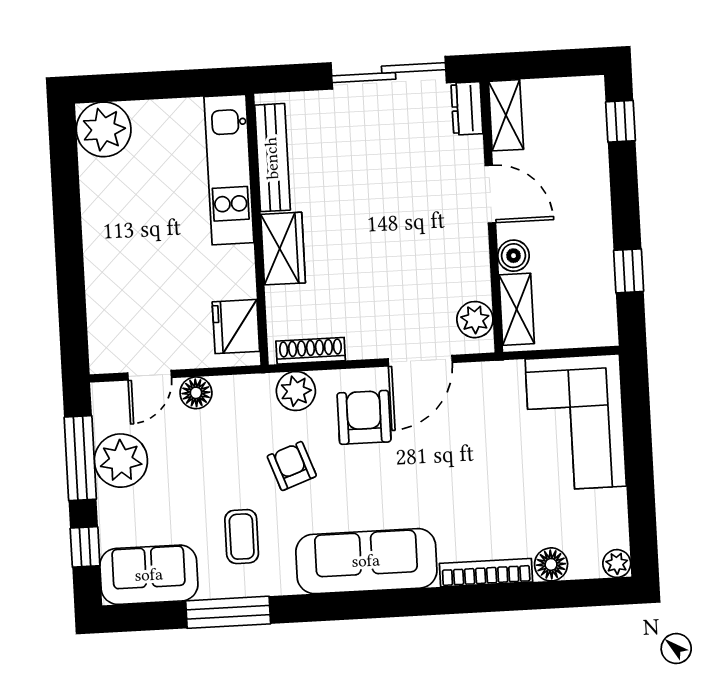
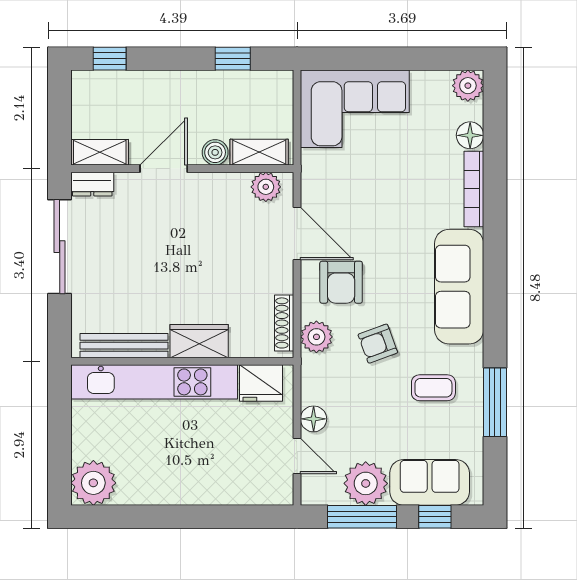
kitchen unit: (229, 170) -> (154, 382), width x1.36
armchair: (364, 417) -> (341, 282), turned -90
plant: (617, 564) -> (468, 86), width x1.38, depth x1.38
sofa: (149, 575) -> (430, 482), moved, turned 90

